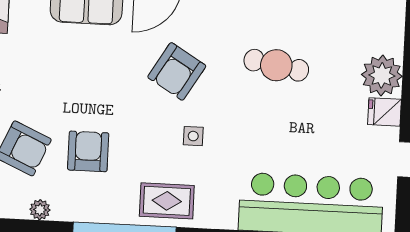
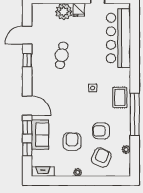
armchair: (177, 71) -> (72, 142), moved, turned -121

